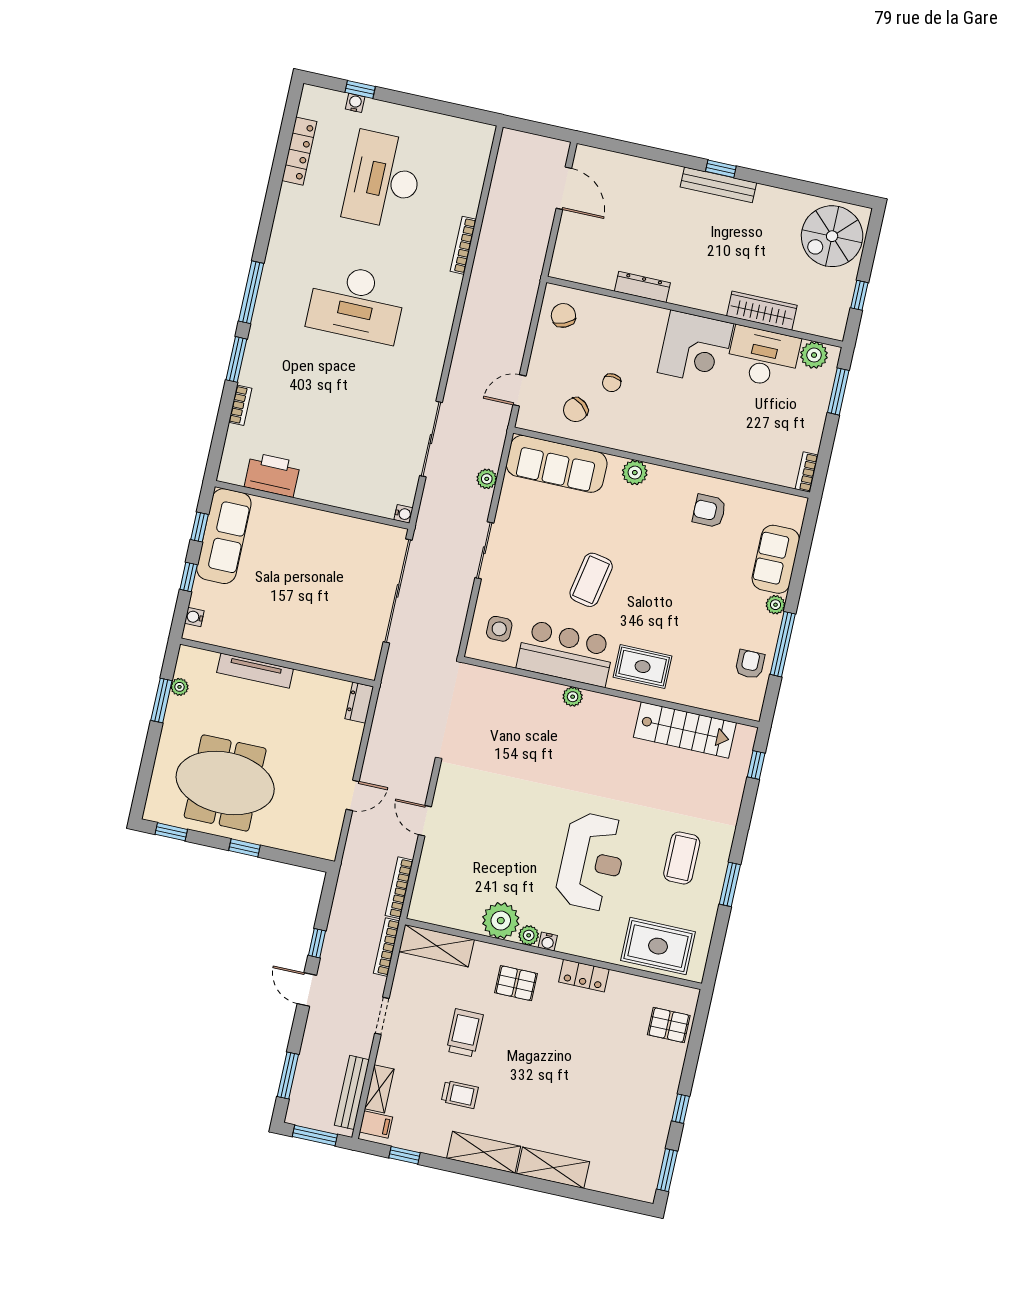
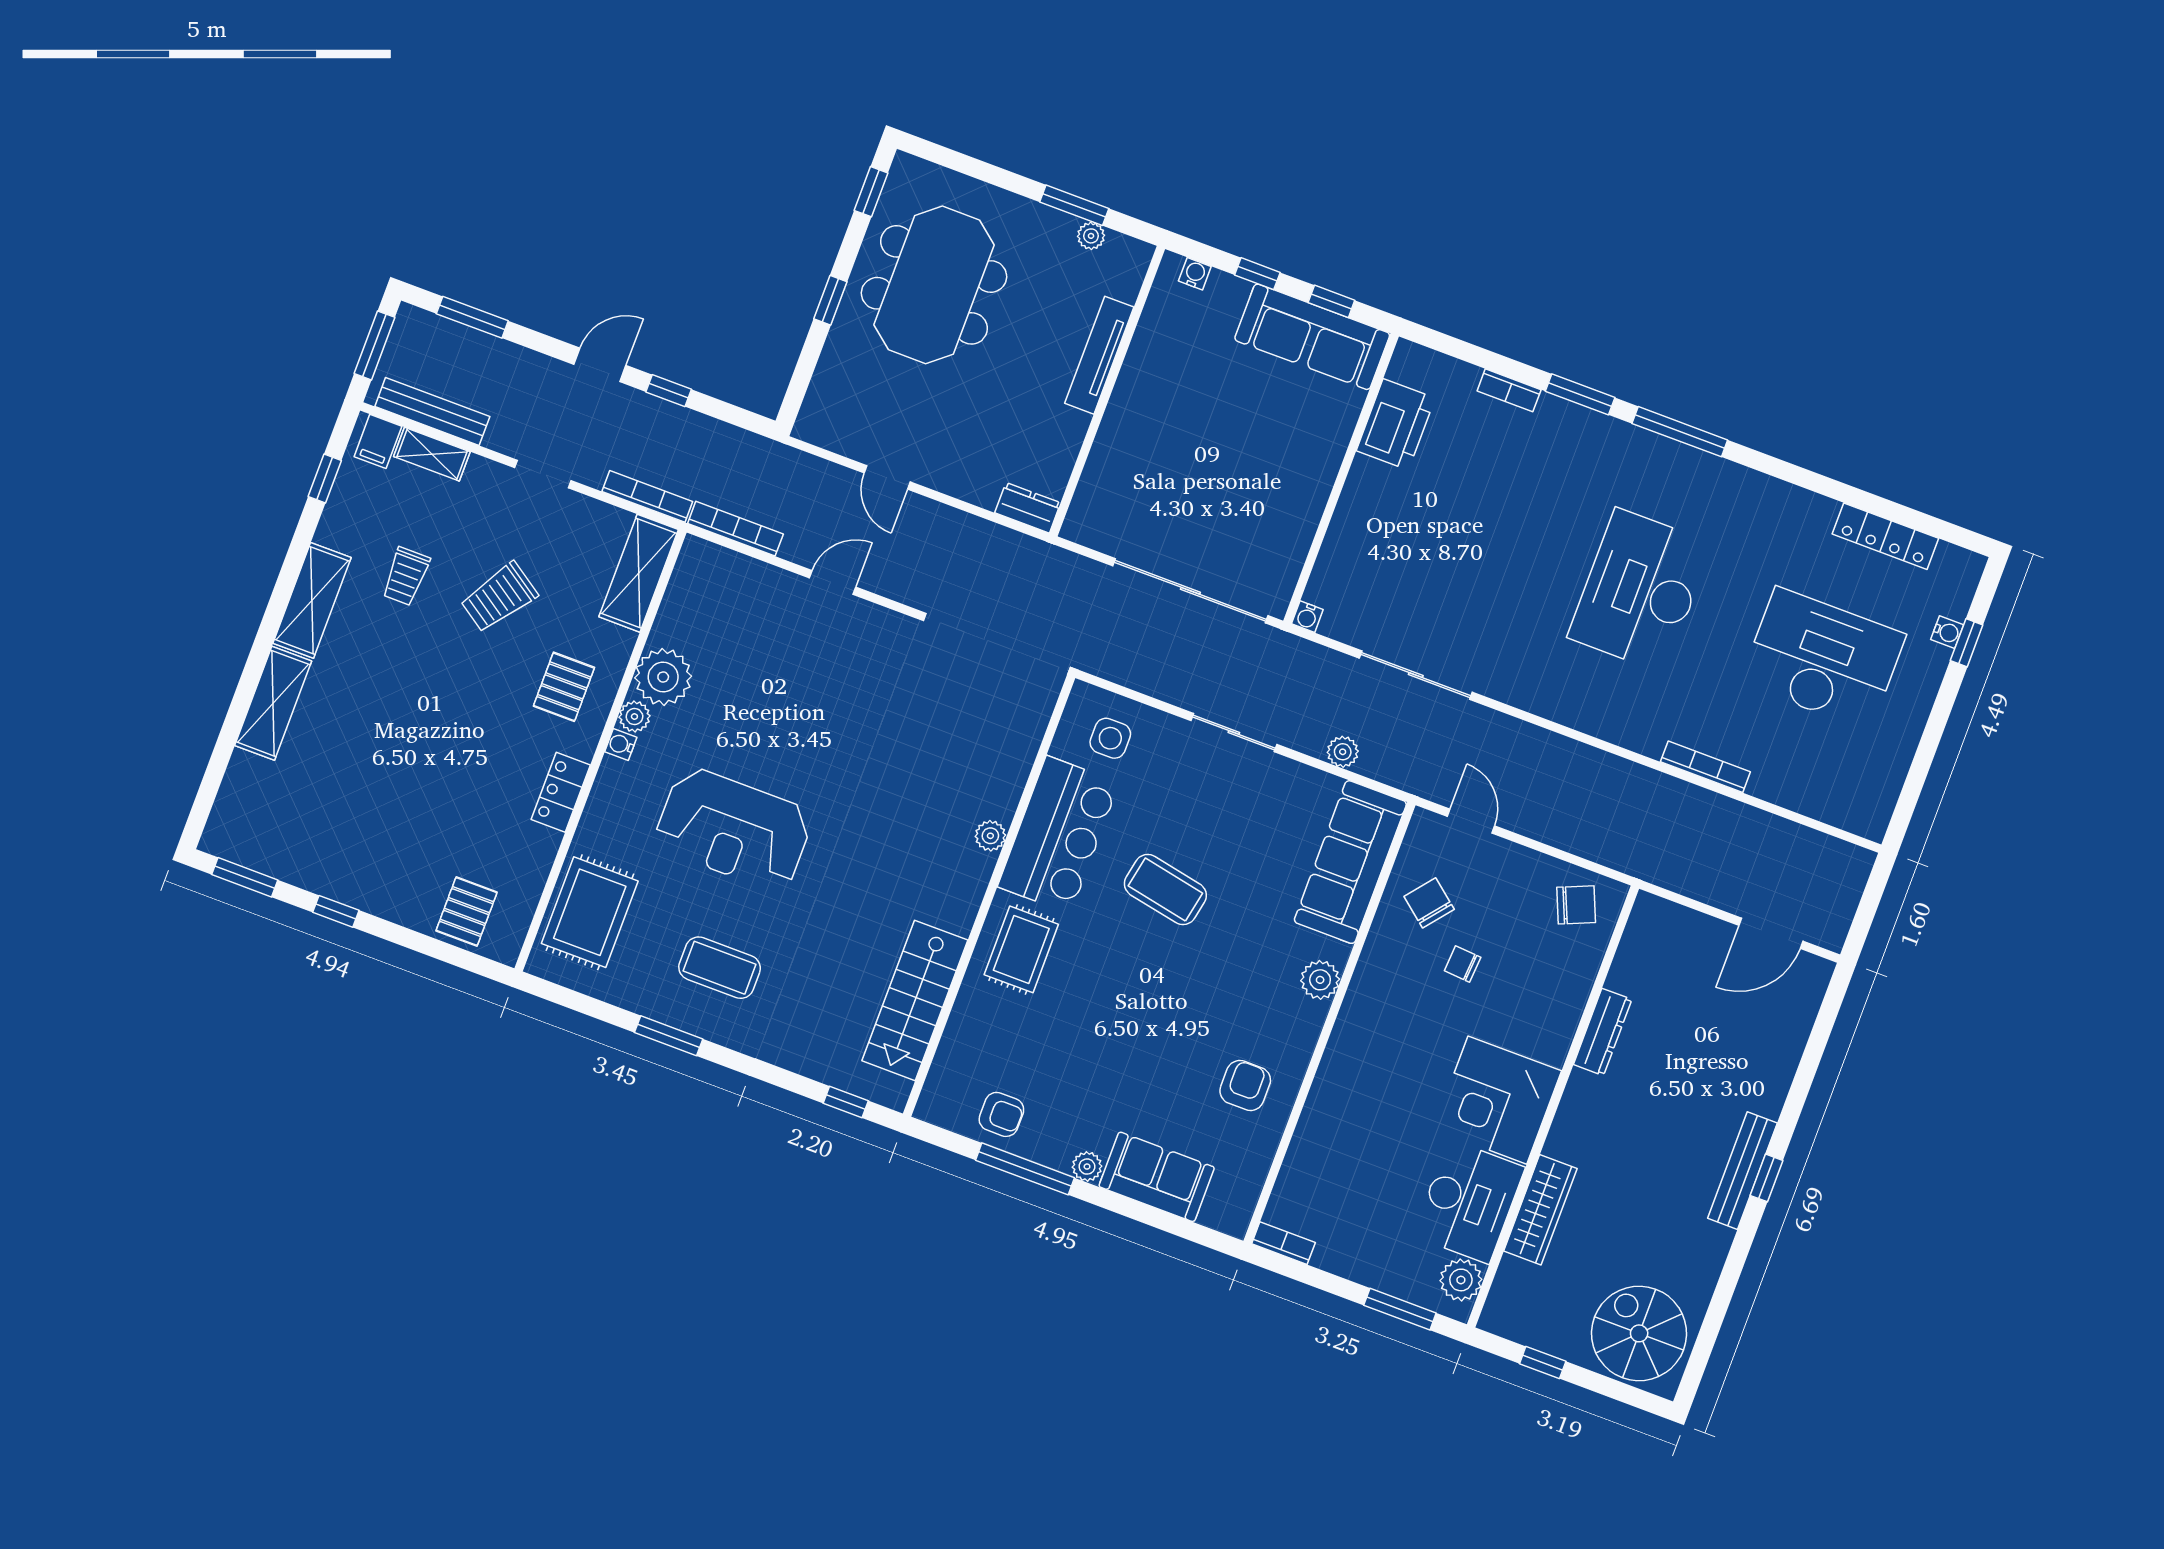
trolley: (465, 1033) -> (499, 597), turned 124

